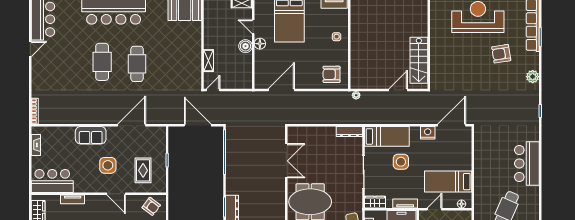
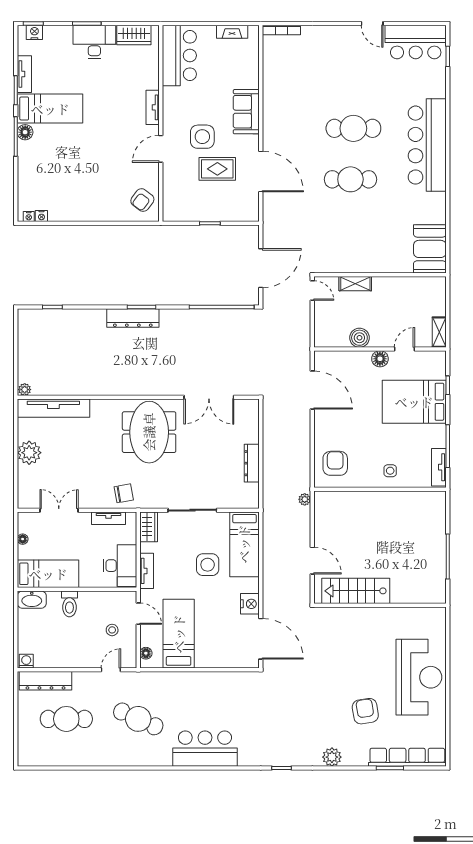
boiler: (245, 46) -> (359, 338), moved
dresser: (349, 131) -> (252, 463), moved
rug: (143, 170) -> (217, 169), moved
tv unit: (73, 199) -> (153, 107), moved

